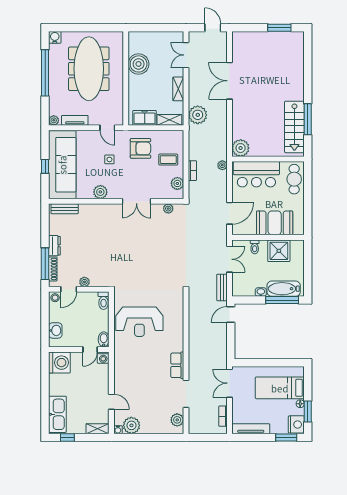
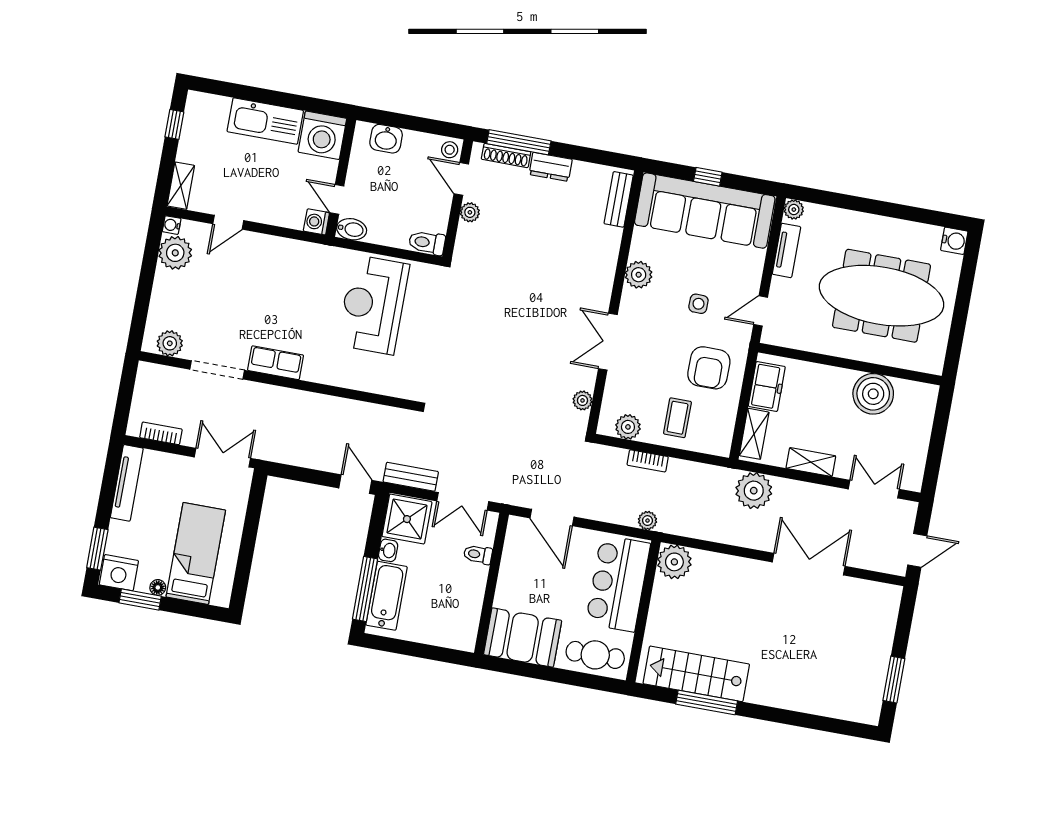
window: (45, 73) -> (889, 210), removed
booth: (275, 223) -> (523, 638), moved, turned 90
shower: (279, 251) -> (407, 519), moved
kitchen sink: (57, 414) -> (265, 121), moved

